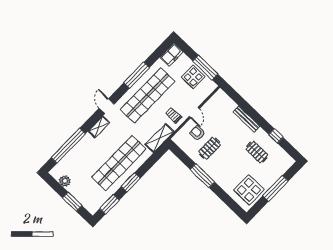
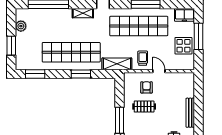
window: (205, 68) -> (199, 36), moved
door: (194, 113) -> (159, 71), swing flipped
window: (131, 182) -> (81, 74), moved

